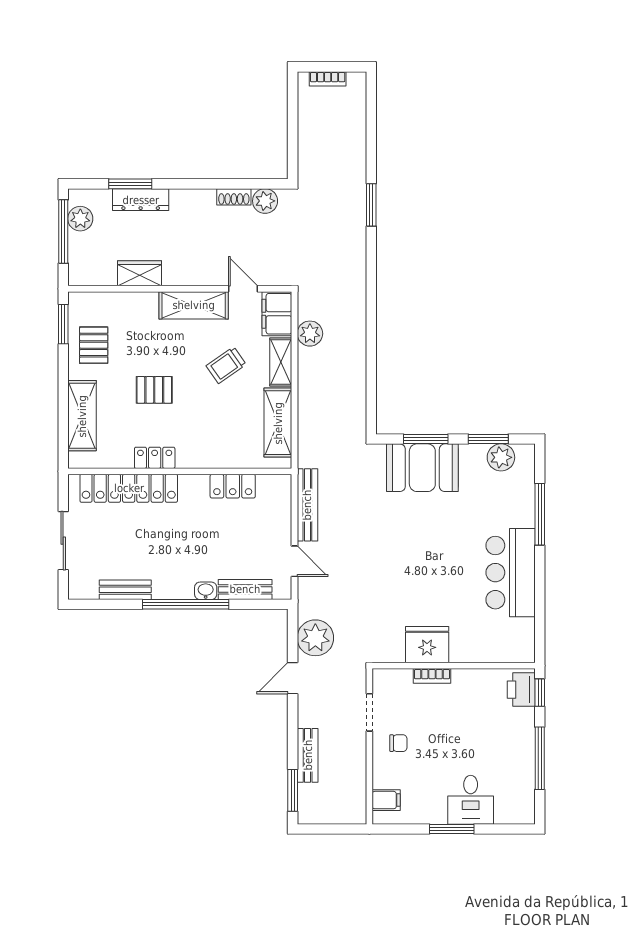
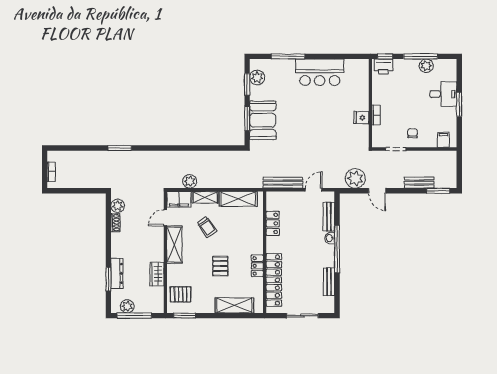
pallet: (94, 345) -> (181, 294), moved
fridge: (427, 645) -> (361, 118), width x0.53, depth x0.75
plant: (522, 768) -> (426, 66), added

